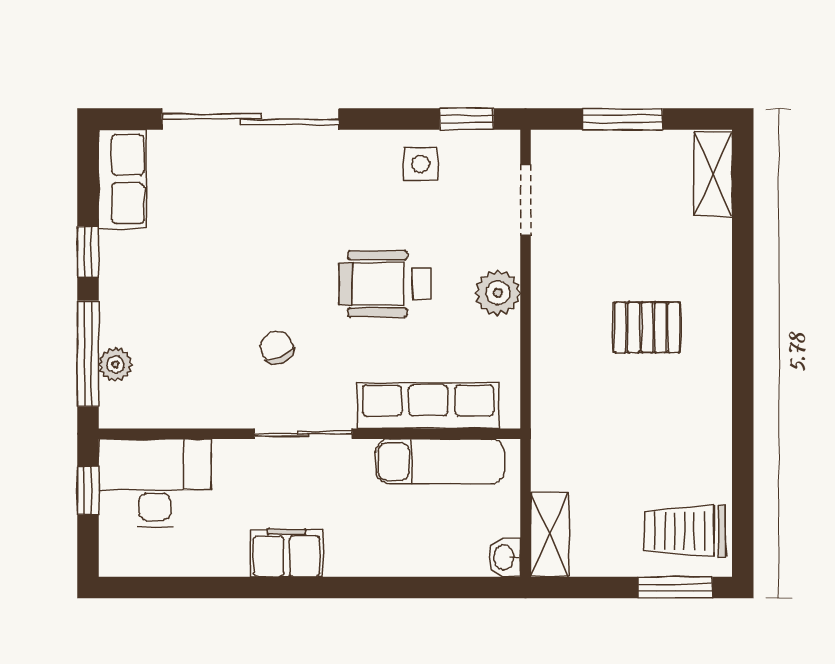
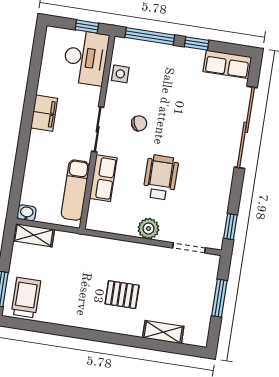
side table: (421, 164) -> (120, 74), moved
shelving: (713, 174) -> (163, 332), moved
pallet: (647, 327) -> (122, 295), turned 90
plant: (115, 364) -> (143, 48), removed
row of seats: (428, 406) -> (103, 178), width x0.68

